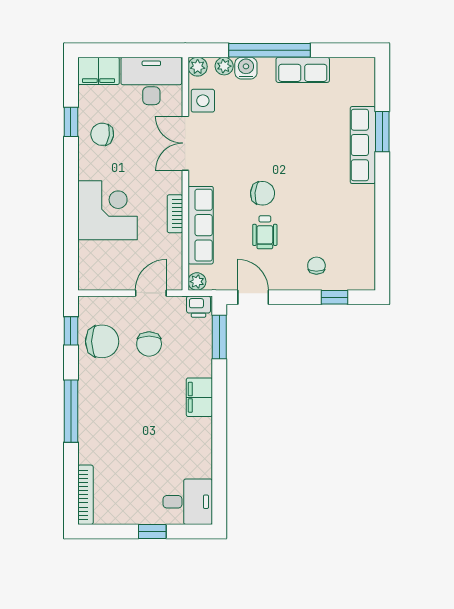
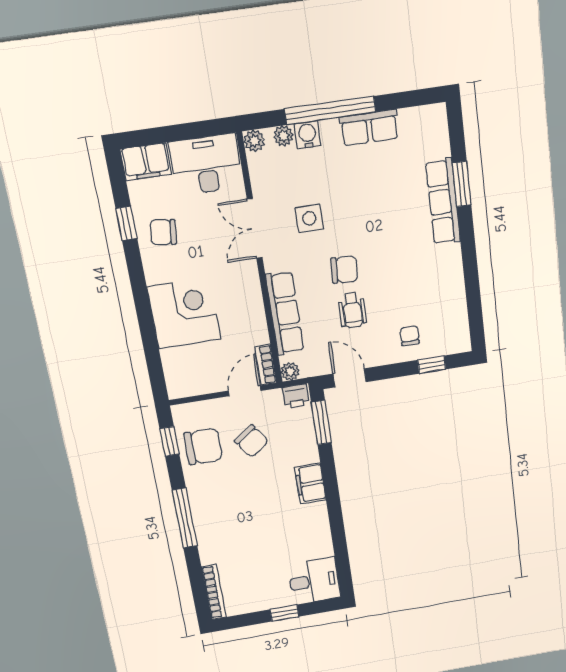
side table: (203, 101) -> (309, 218), moved
bookcase: (175, 214) -> (266, 365), moved
chair: (149, 344) -> (252, 441), turned -35

